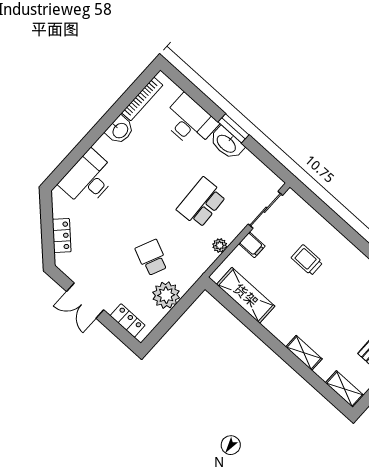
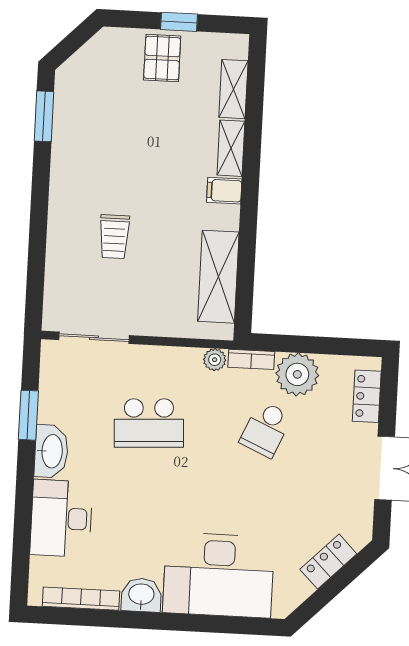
window: (234, 128) -> (28, 415), moved
desk: (88, 179) -> (219, 575), width x1.36, depth x1.30
plant: (220, 245) -> (215, 360), moved
filing cabinet: (252, 245) -> (224, 191), moved, turned -90
bookcase: (192, 278) -> (251, 359), added
shelving: (344, 389) -> (233, 89), moved

